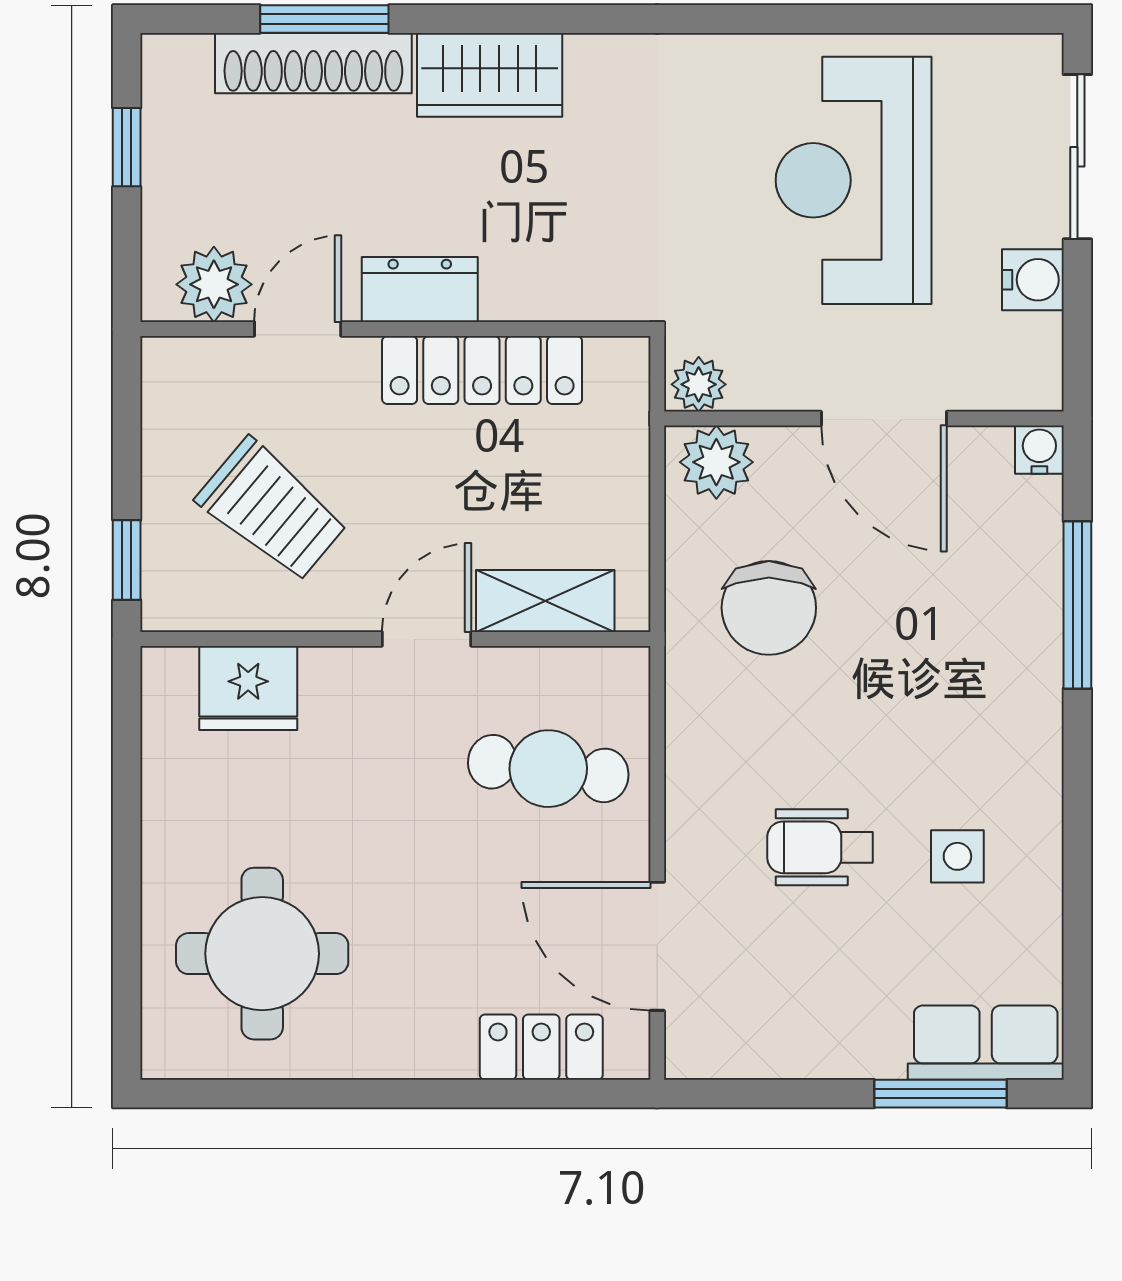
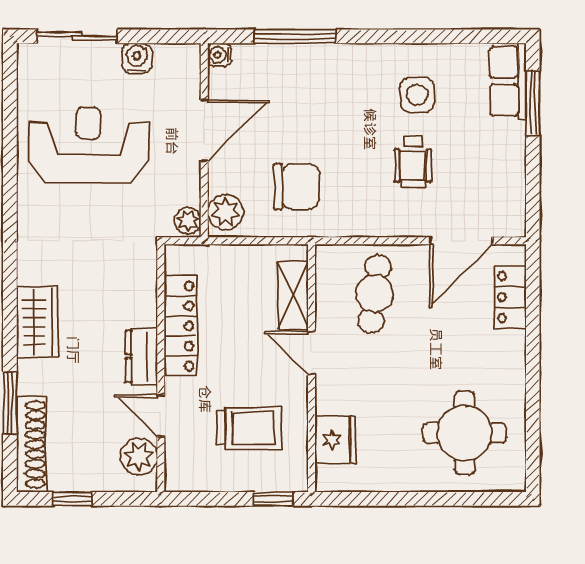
shoe rack: (313, 63) -> (31, 444), moved
reception desk: (854, 180) -> (88, 145), turned 180
trolley: (272, 510) -> (249, 428), turned 50
side table: (957, 856) -> (417, 95), width x1.37, depth x1.37

